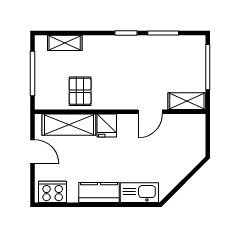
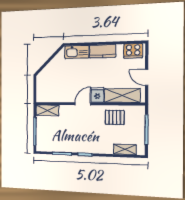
pallet: (80, 91) -> (115, 117), turned 90
door: (150, 112) -> (83, 104), moved

